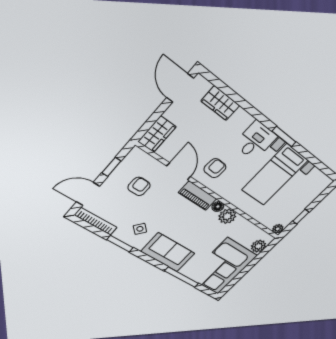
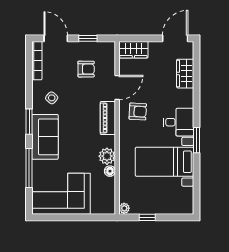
floor lamp: (218, 206) -> (110, 171), moved
window: (120, 244) -> (29, 122), moved
plant: (258, 246) -> (99, 207), removed

